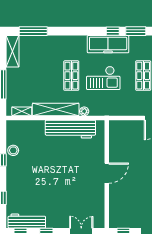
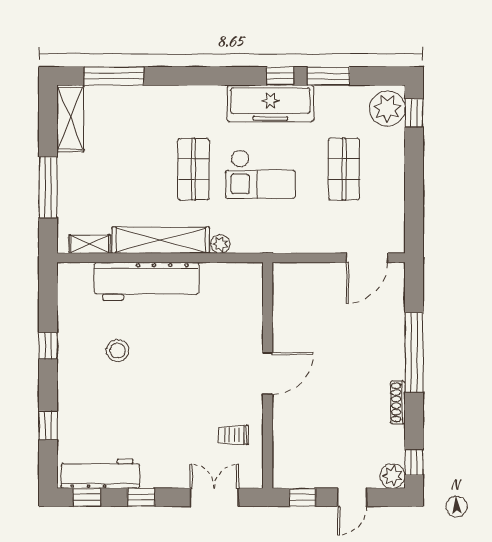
workbench: (70, 129) -> (147, 281), moved
stool: (13, 150) -> (118, 351), moved
trolley: (91, 203) -> (234, 435), added

